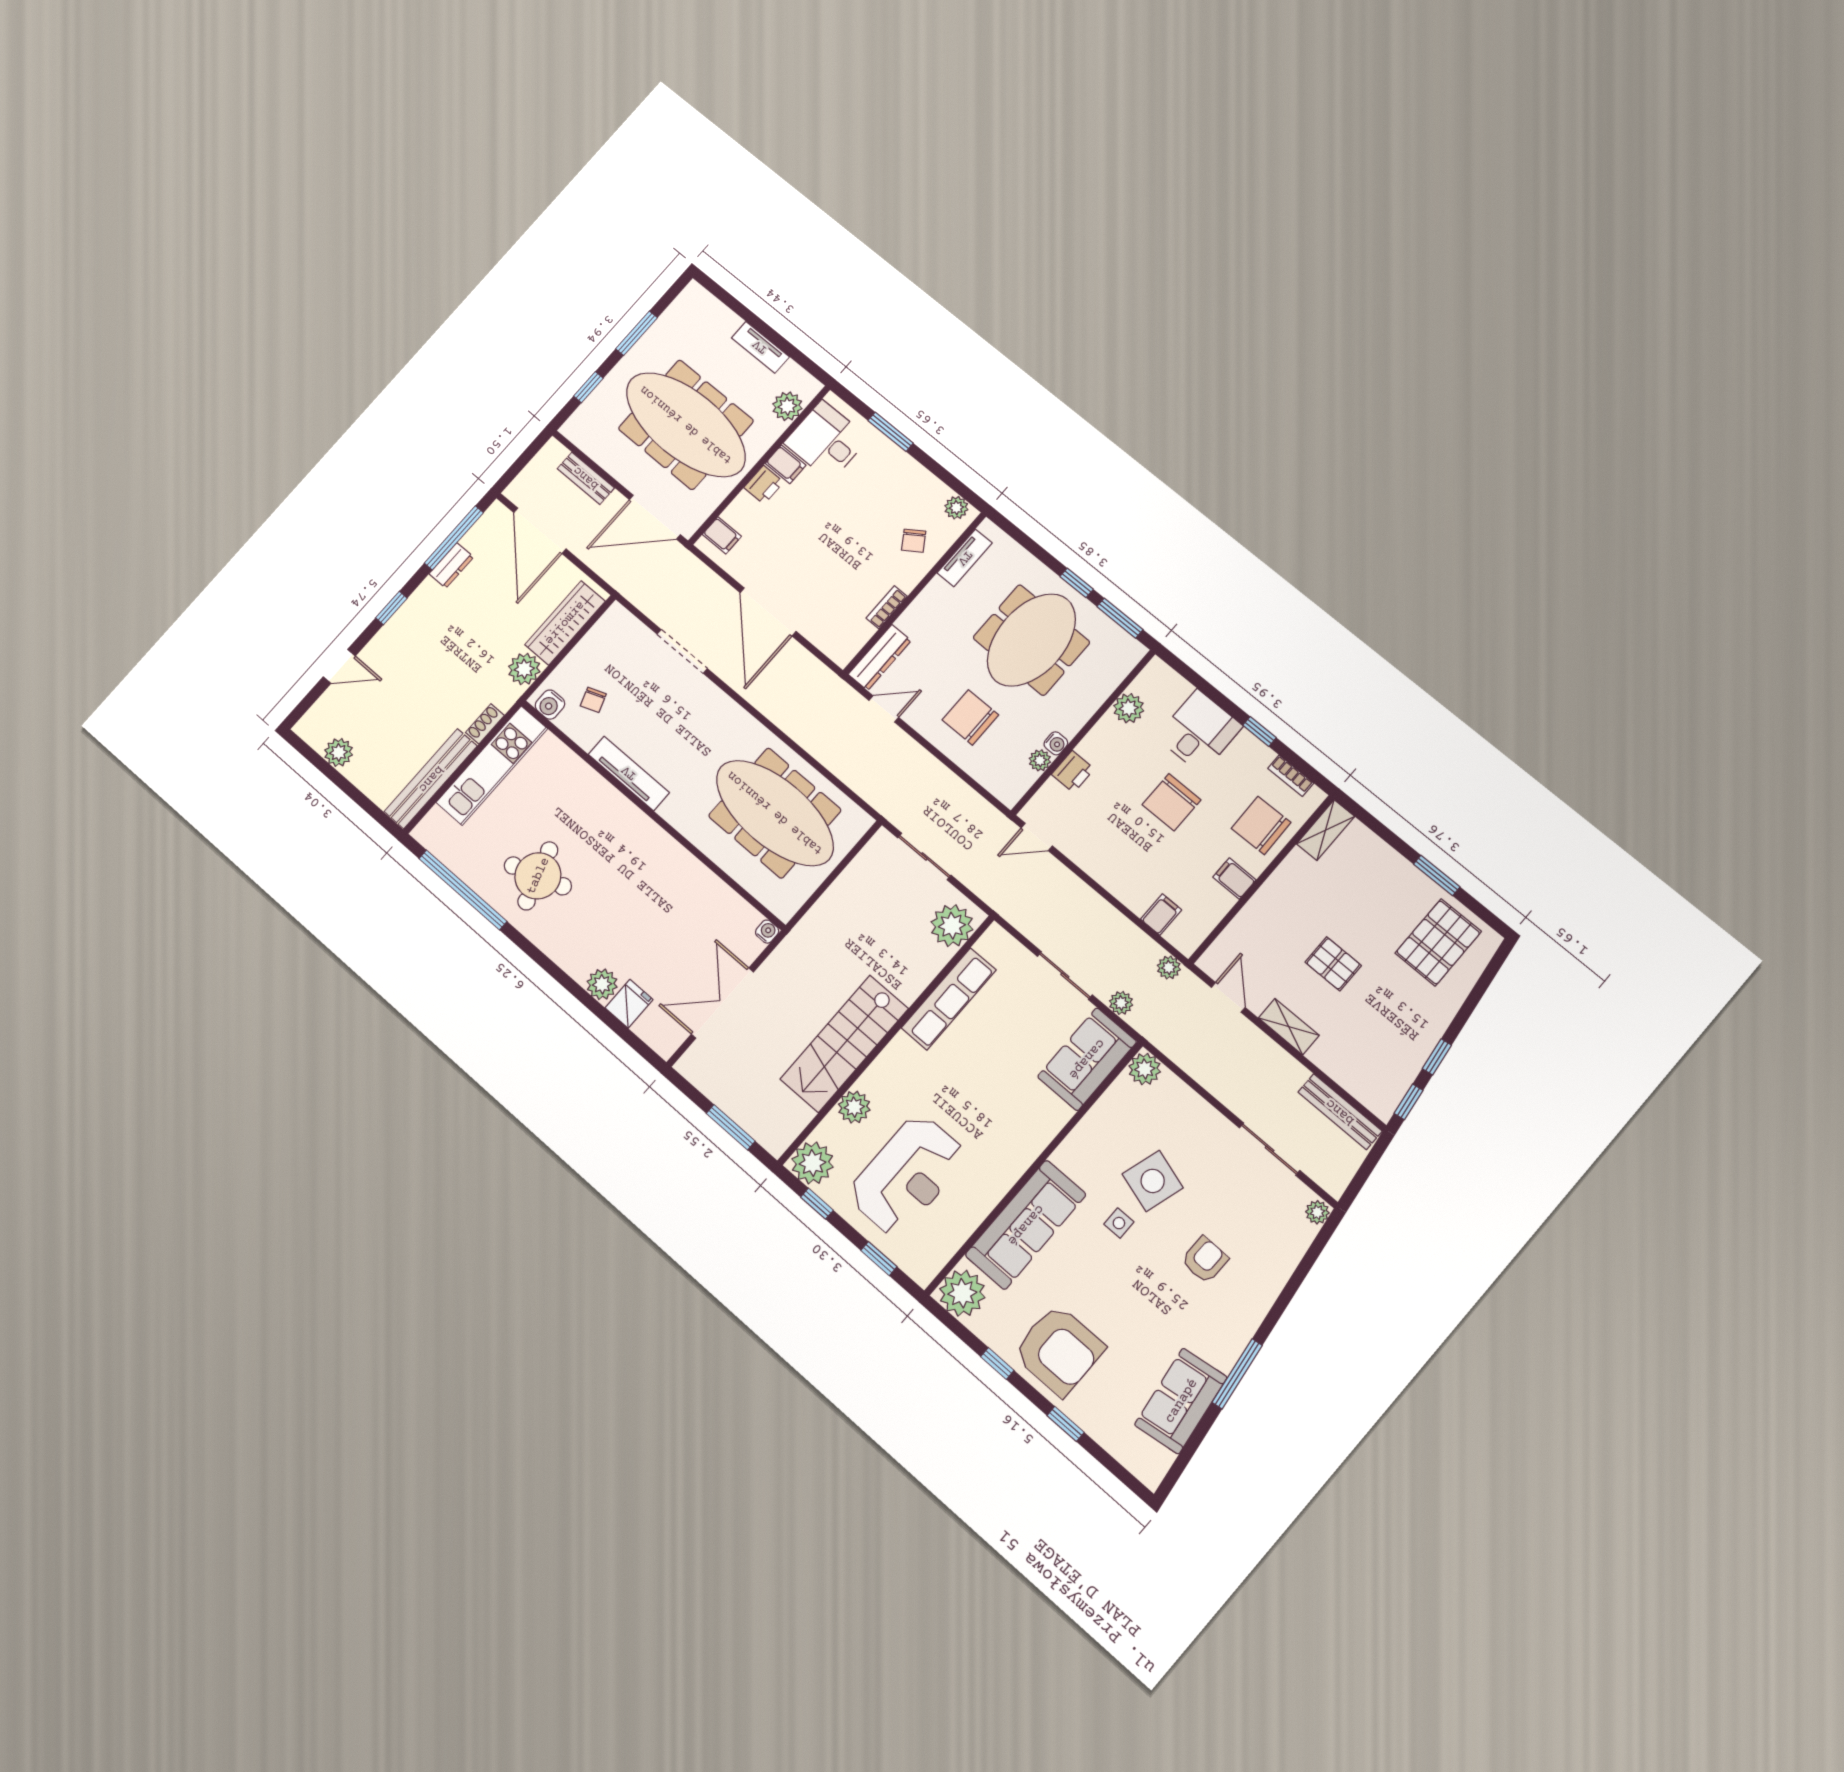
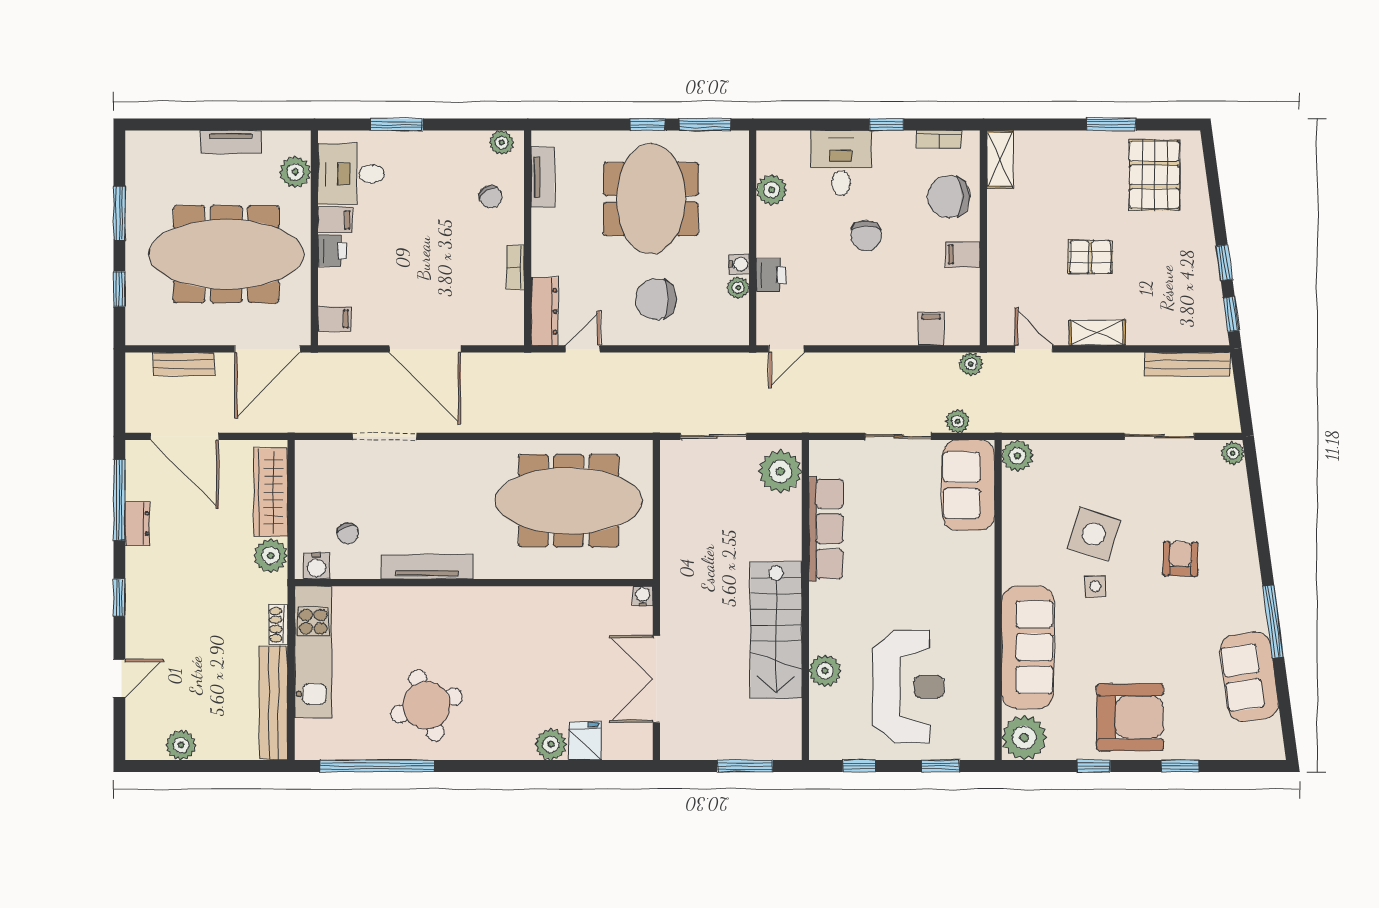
chair: (1172, 802) -> (866, 236), width x0.73, depth x0.73
plant: (812, 1163) -> (830, 739), removed

